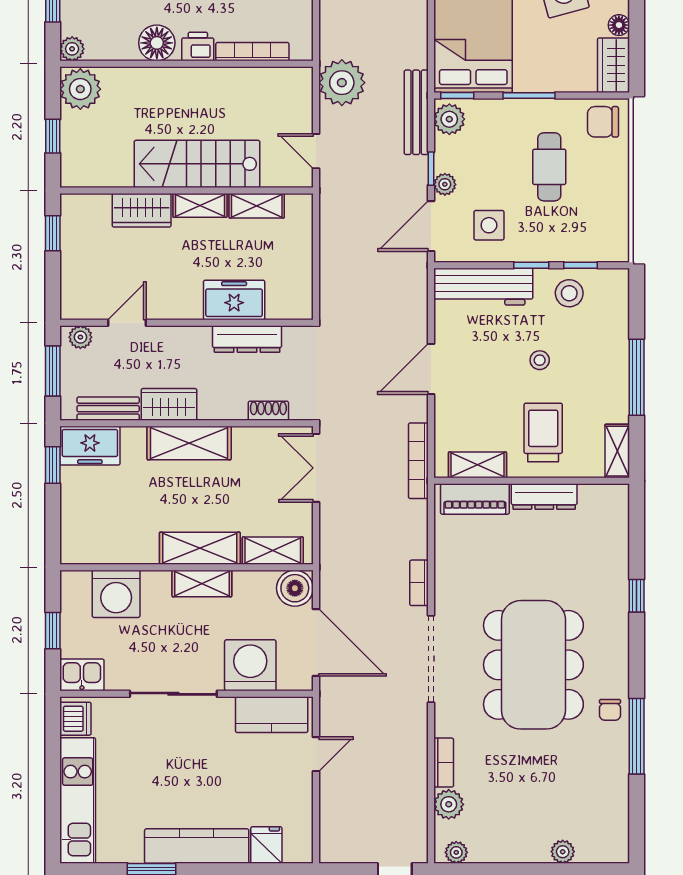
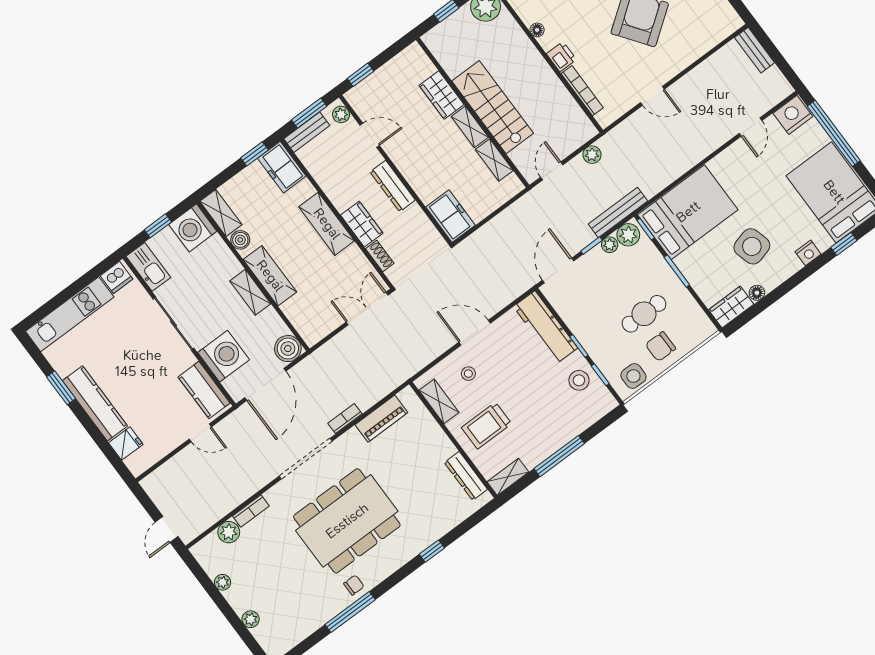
floor lamp: (157, 43) -> (537, 30), width x0.53, depth x0.53
plant: (342, 83) -> (592, 155), width x0.53, depth x0.53
chair: (603, 122) -> (661, 347), moved, turned -90
plant: (445, 184) -> (610, 245), moved
side table: (489, 225) -> (633, 376), moved
door: (431, 226) -> (558, 271), hinge flipped
window: (53, 233) -> (360, 75), moved
freezer: (234, 300) -> (450, 216), moved
dresser: (247, 339) -> (393, 186), moved
stool: (540, 360) -> (468, 374), moved
wardrobe: (169, 404) -> (362, 224), moved
bench: (108, 409) -> (307, 132), moved, turned 90
trolley: (543, 432) -> (487, 426), turned 180
bookcase: (418, 461) -> (416, 365), removed
dresser: (544, 497) -> (466, 476), moved
piano: (475, 499) -> (381, 419), moved, turned -90
boiler: (136, 551) -> (240, 240), added
shelving: (273, 551) -> (221, 213), moved
washing machine: (116, 594) -> (193, 228), moved
kitchen sink: (82, 675) -> (148, 267), width x1.38
chair: (610, 710) -> (354, 585), turned 180
plant: (456, 852) -> (223, 582), moved

